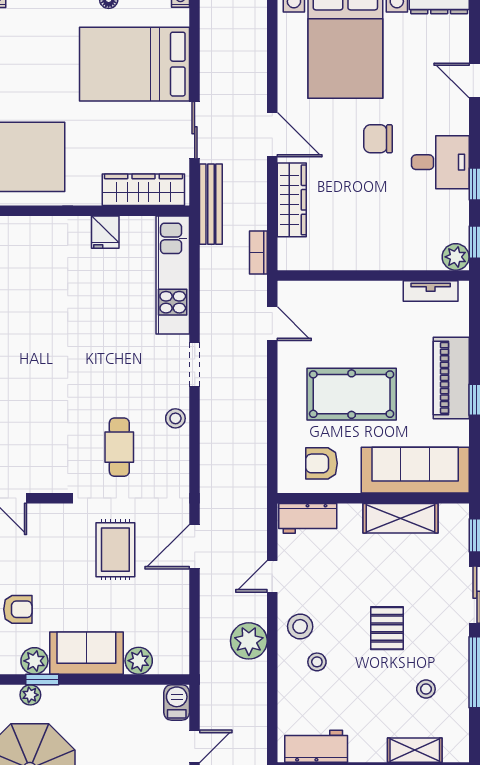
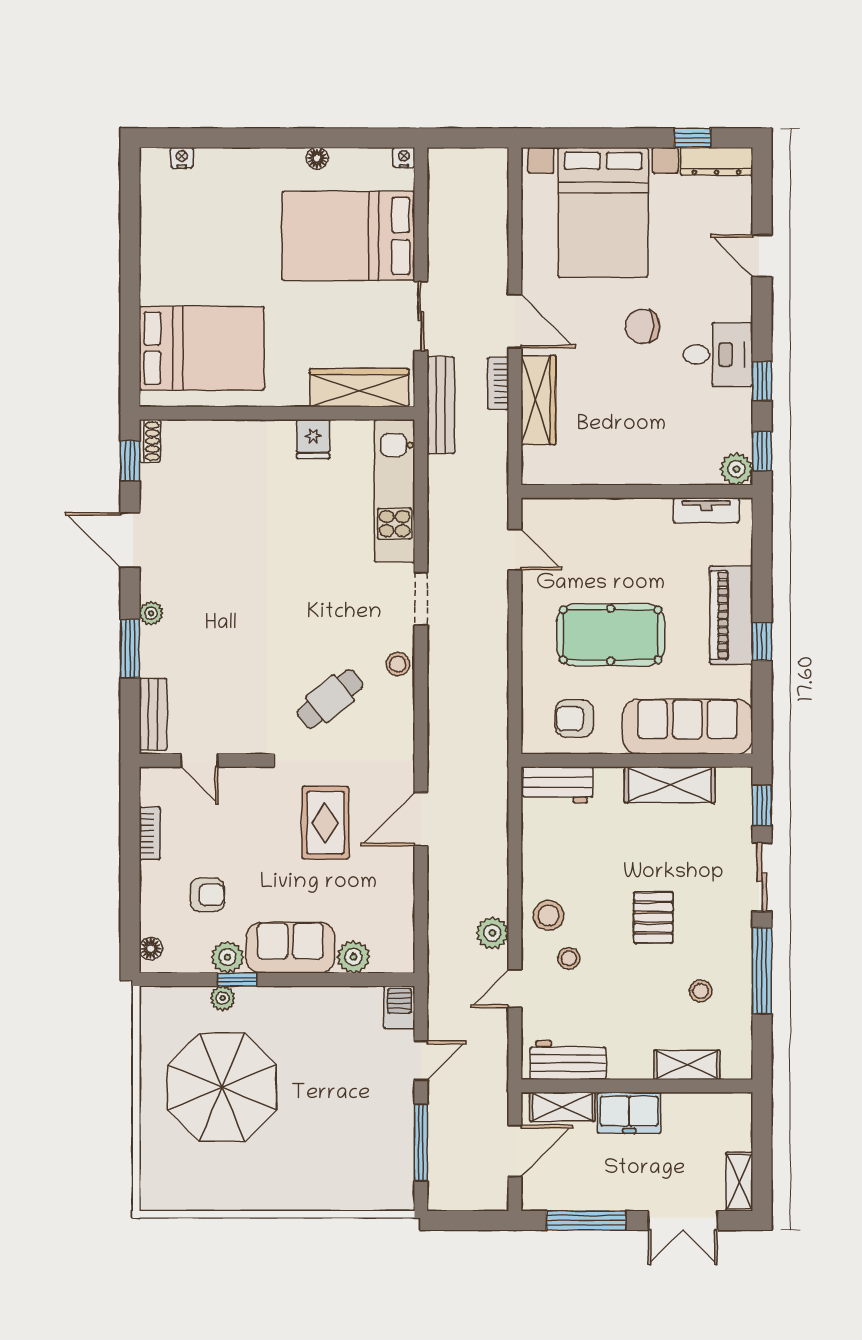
bookcase: (258, 253) -> (498, 383), moved
cafe table: (119, 447) -> (330, 699), turned 51
door: (272, 576) -> (515, 989), moved
plant: (249, 641) -> (492, 933), width x0.73, depth x0.73

